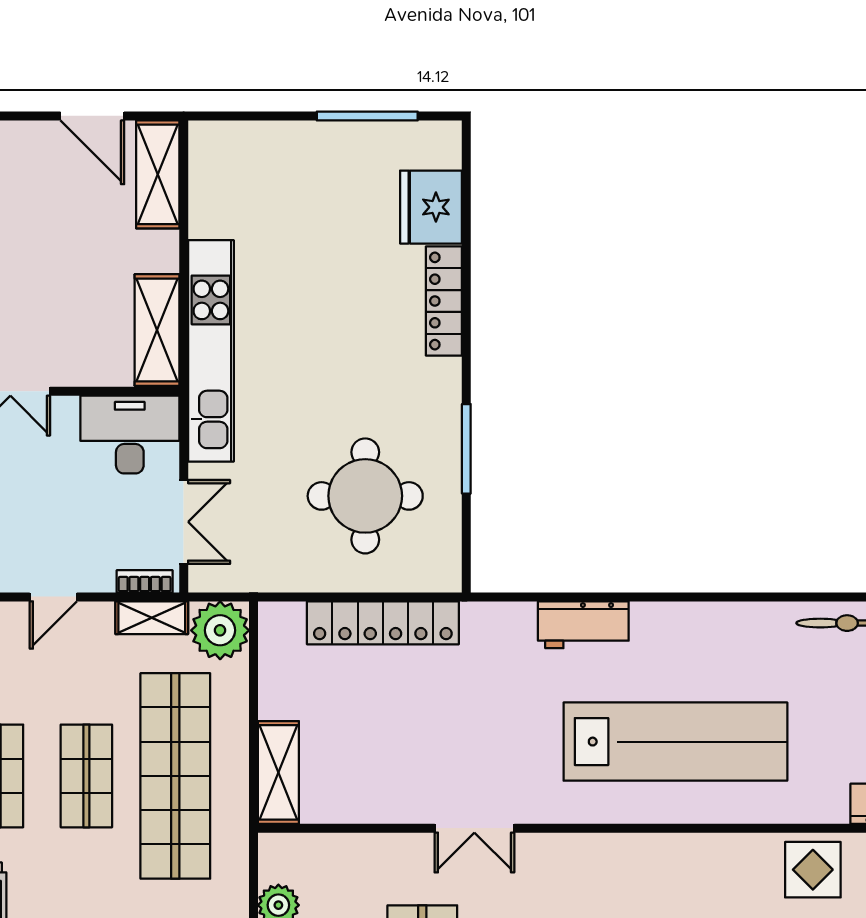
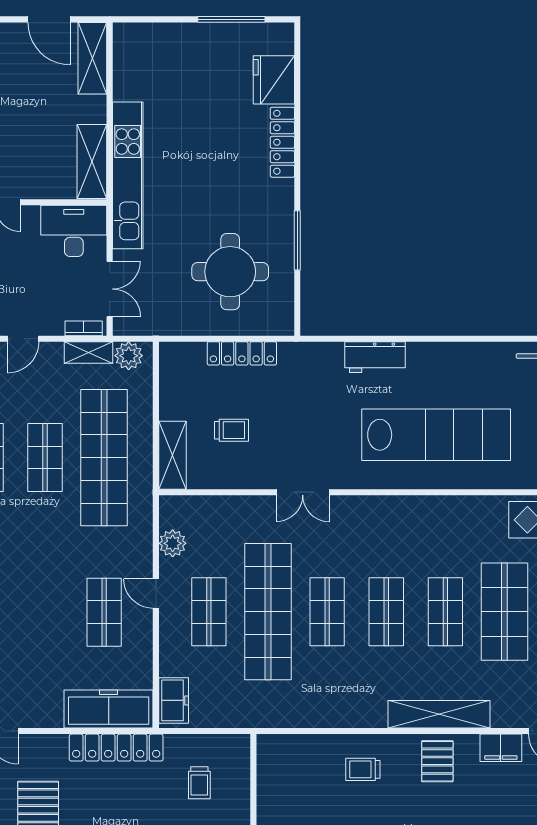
locker: (383, 623) -> (242, 353), width x0.71, depth x0.83
plant: (220, 630) -> (129, 356), width x0.73, depth x0.73
trolley: (367, 735) -> (231, 430), added

